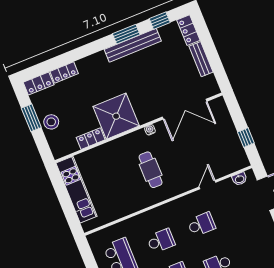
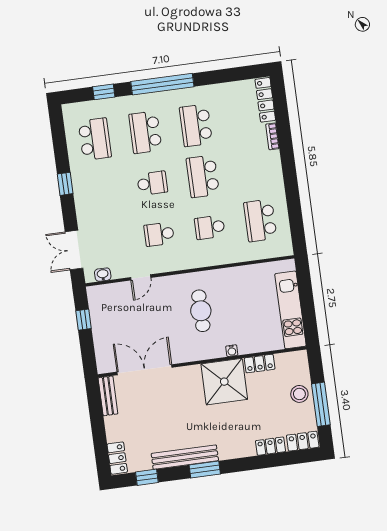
window: (126, 34) -> (205, 469), moved
bench: (201, 59) -> (108, 396), moved
window: (31, 118) -> (321, 404), width x1.44
water cooler: (150, 130) -> (232, 351), moved

